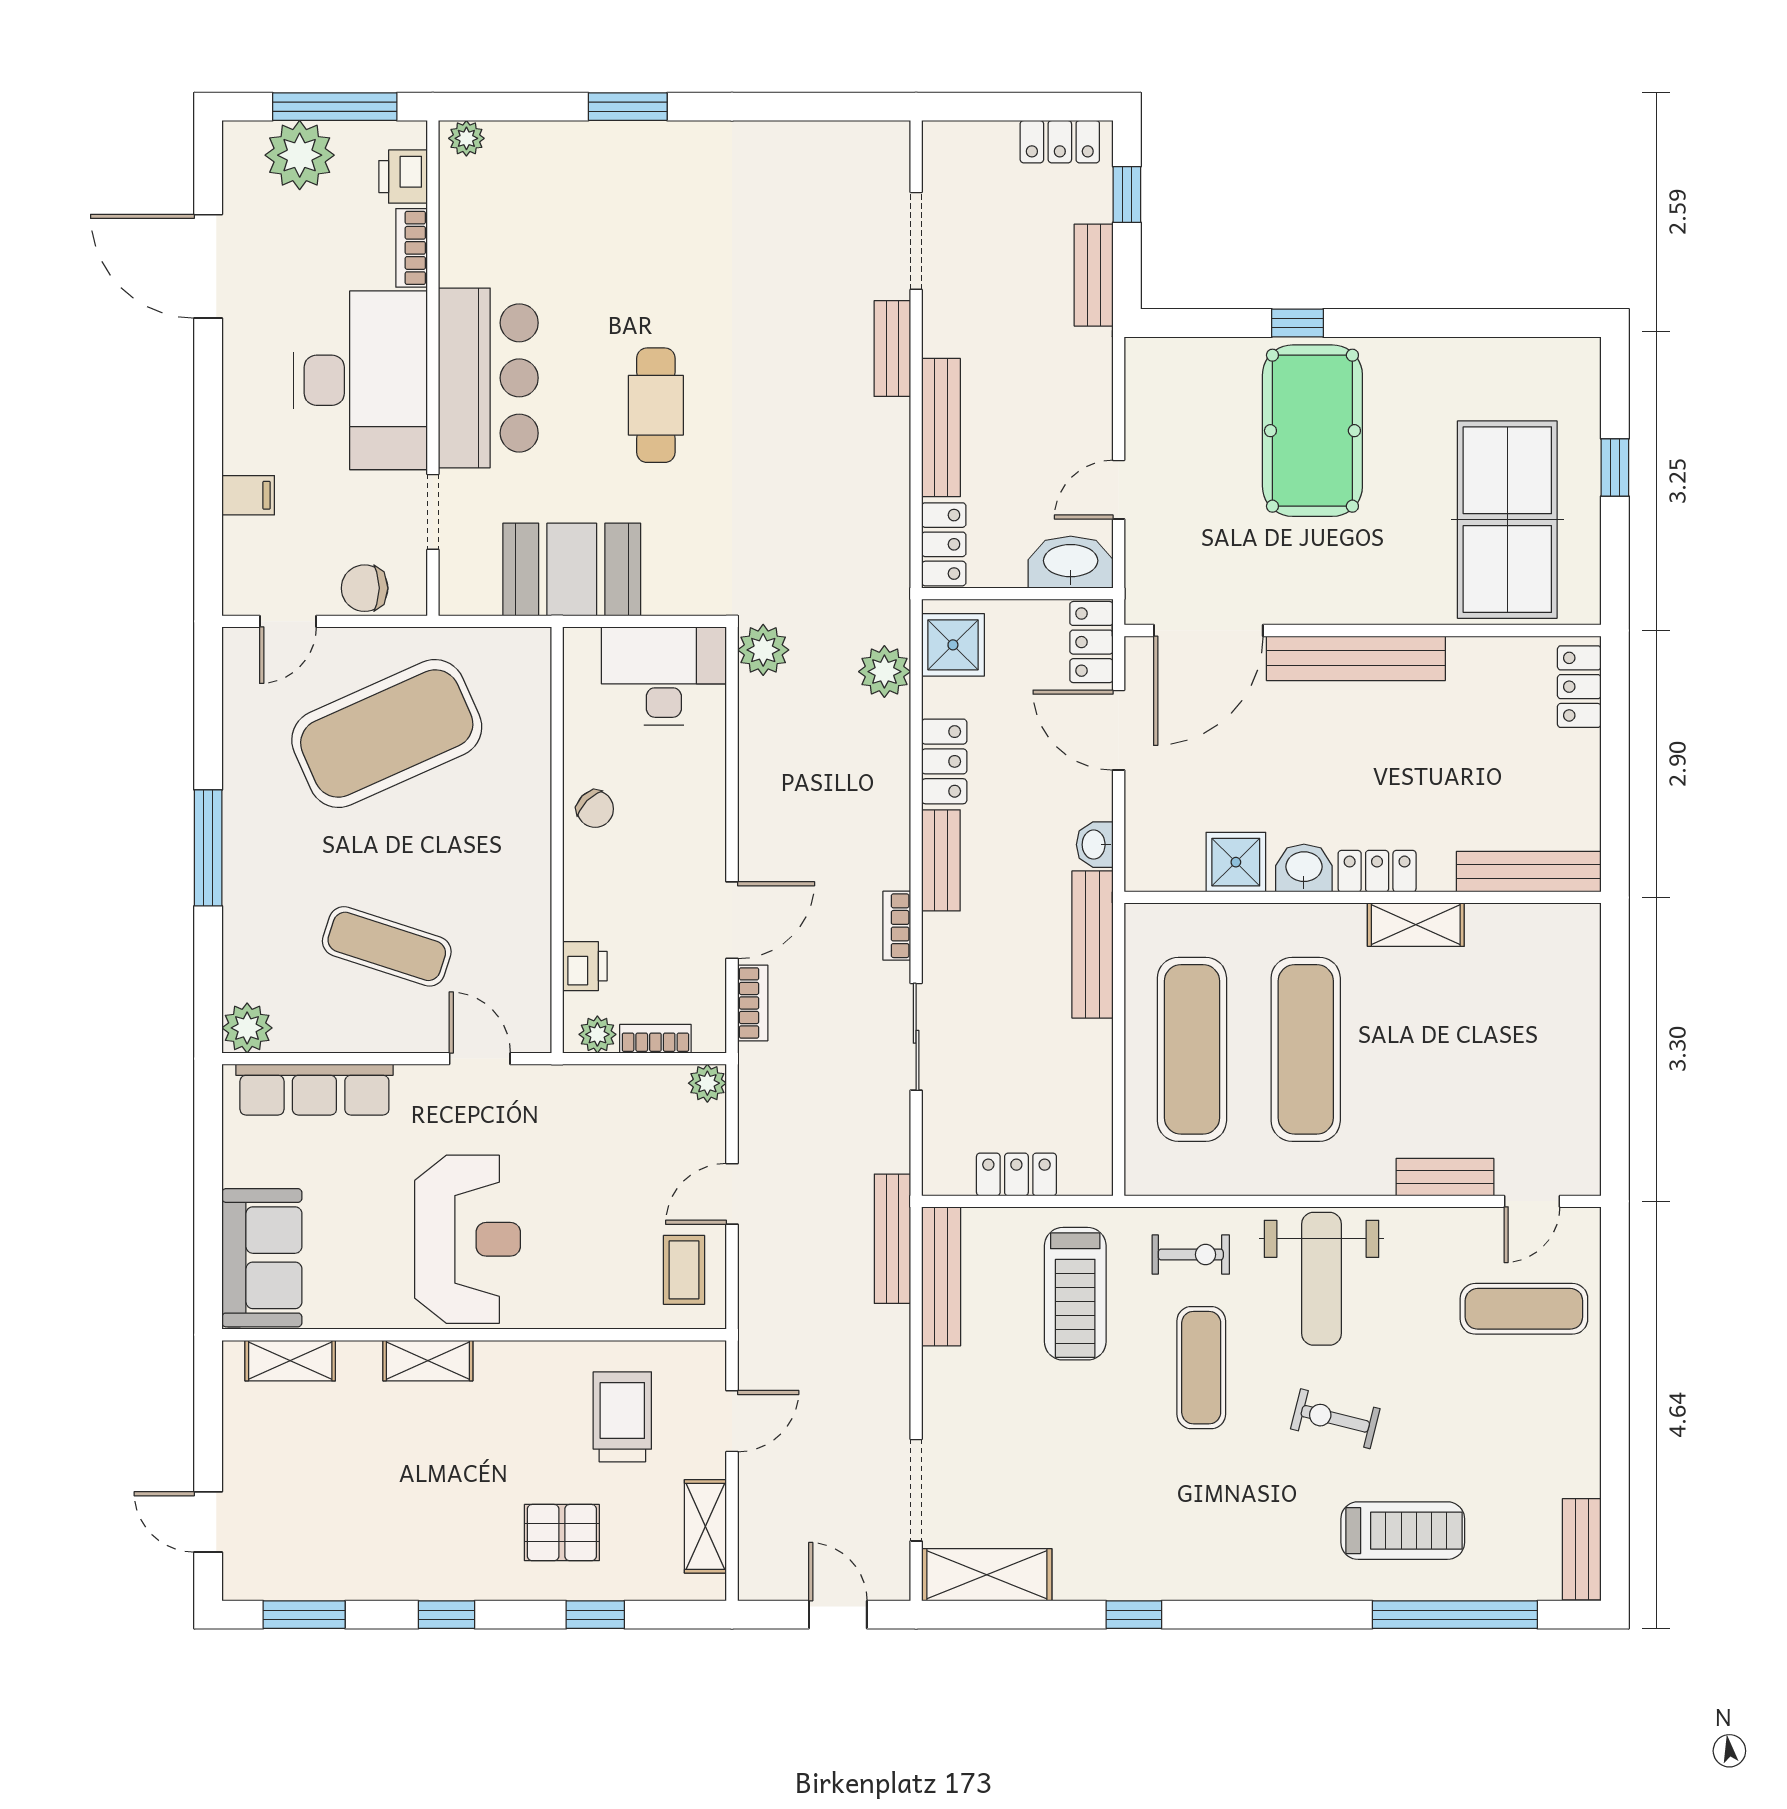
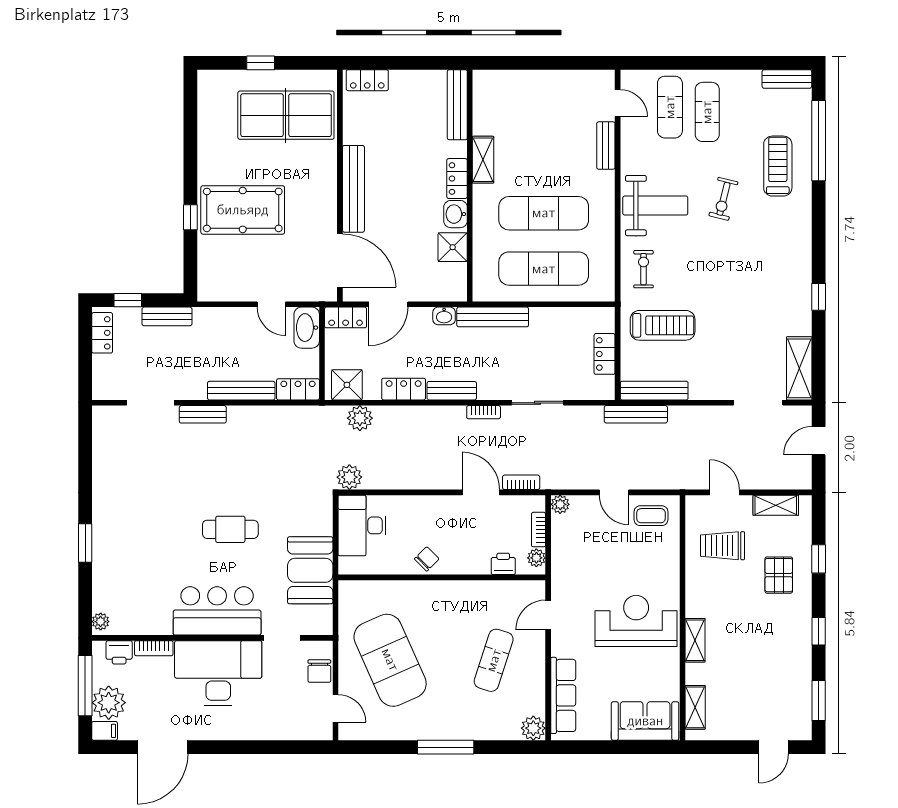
filing cabinet: (248, 495) -> (105, 731), moved, turned 90
exercise mat: (1201, 1368) -> (707, 112), moved, turned 90

